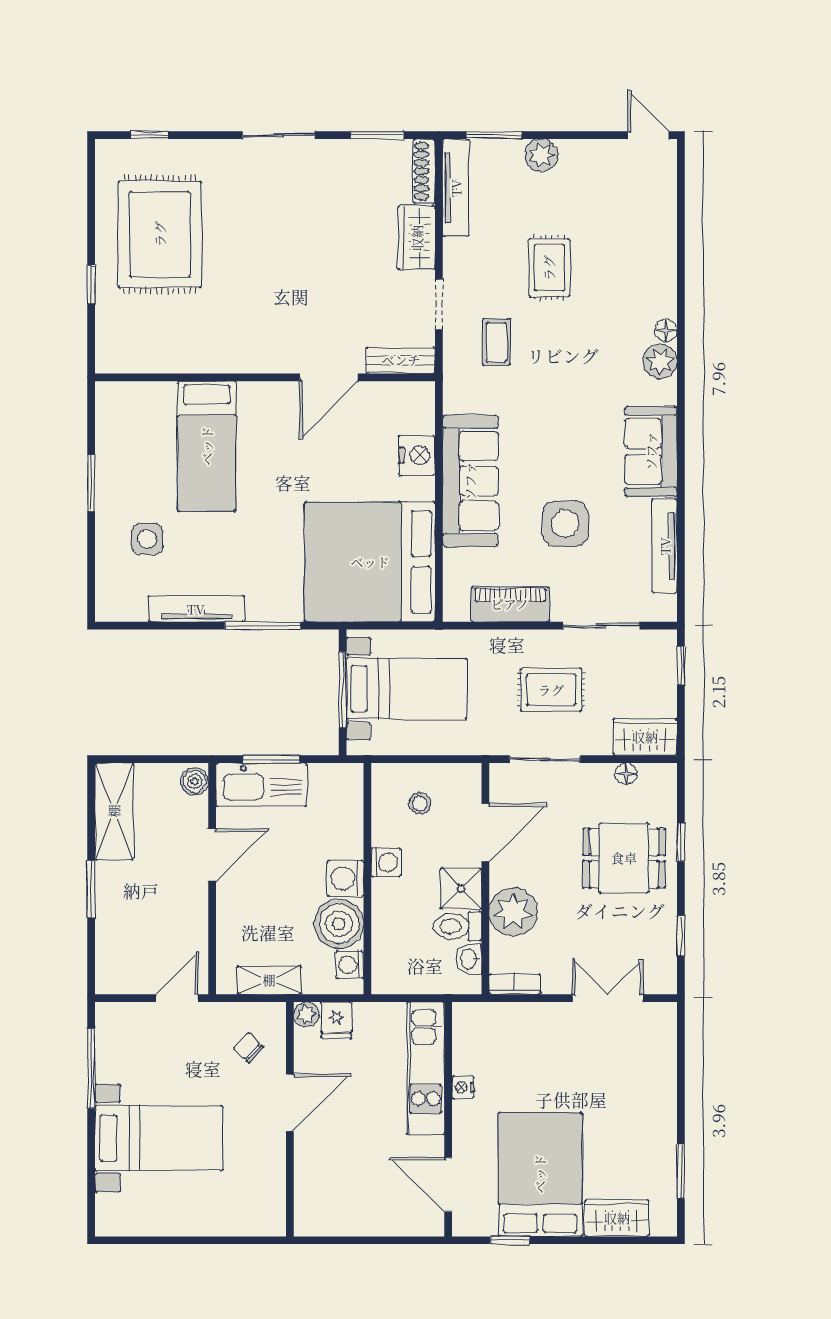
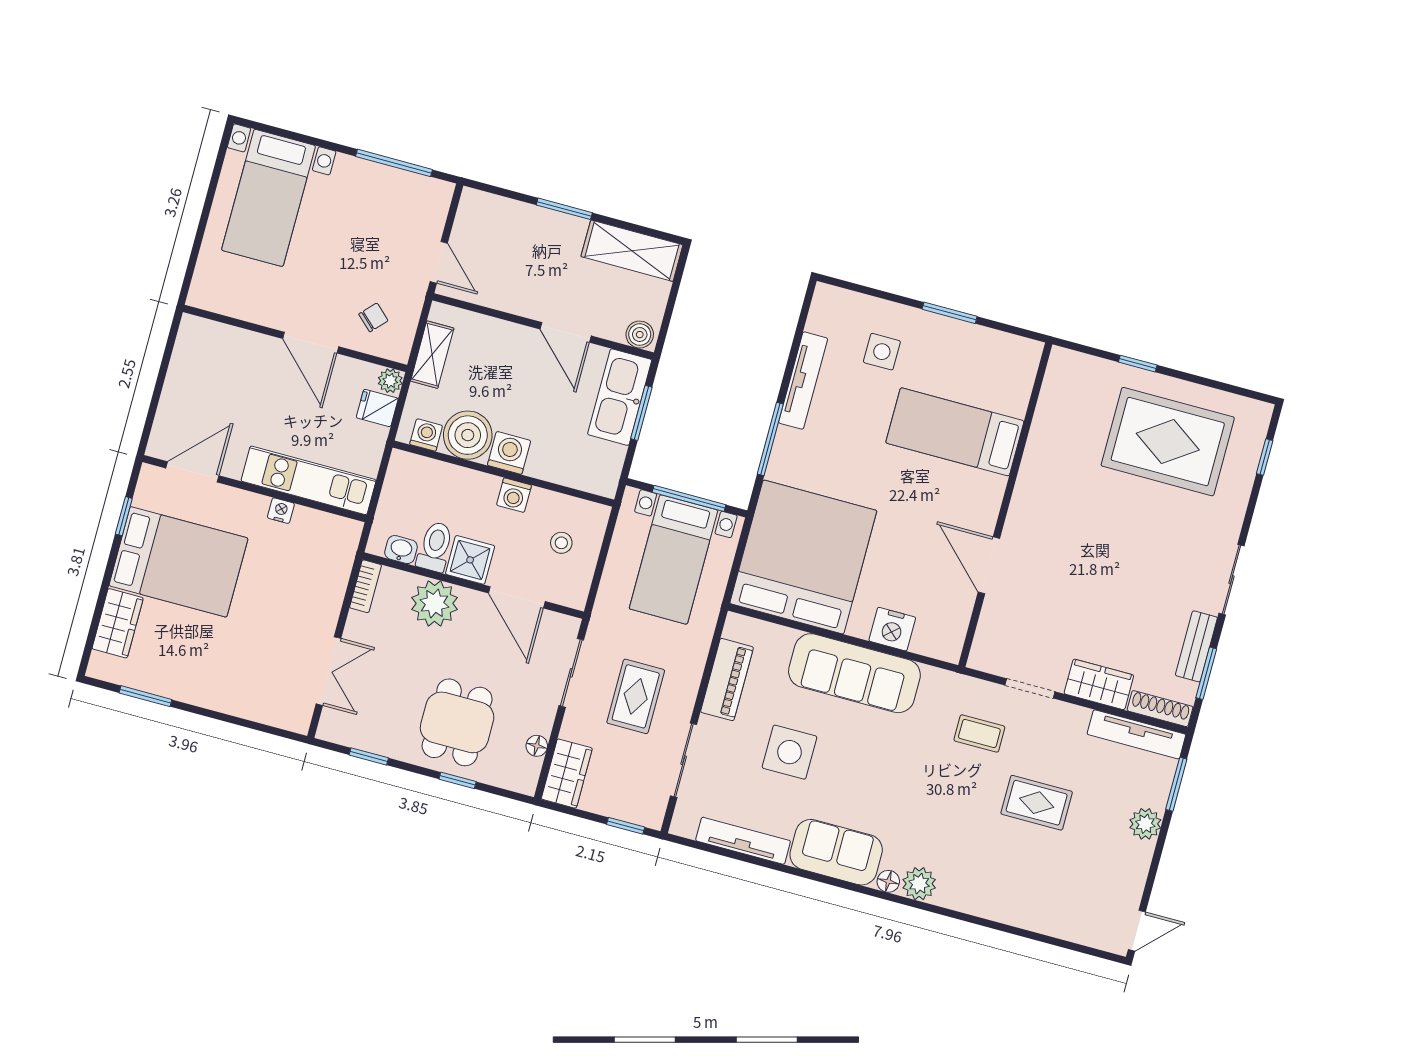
floor lamp: (666, 331) -> (888, 881), moved
bench: (401, 360) -> (1196, 646), moved
bed with nightstands: (159, 1138) -> (268, 198), moved

